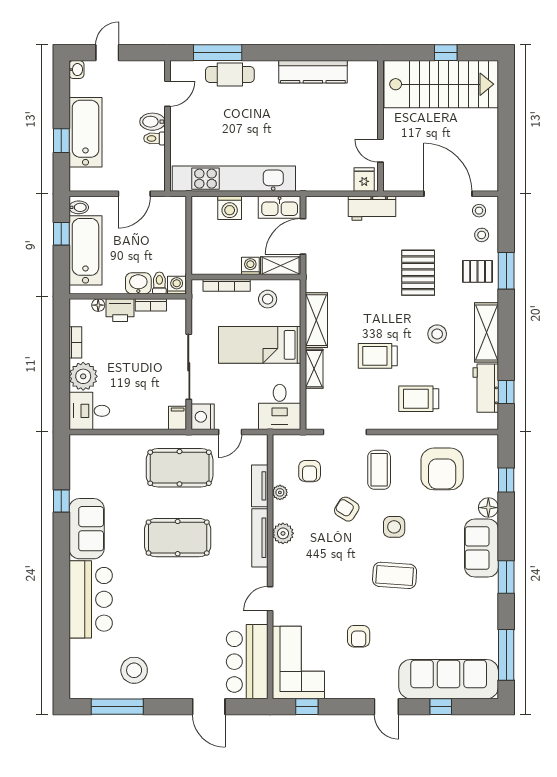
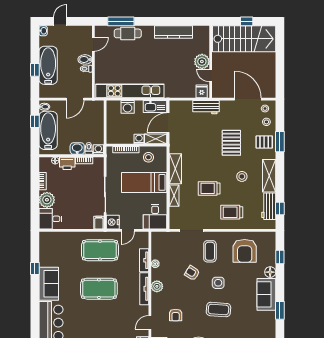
plant: (364, 125) -> (202, 62), added
armchair: (310, 471) -> (176, 315), moved

